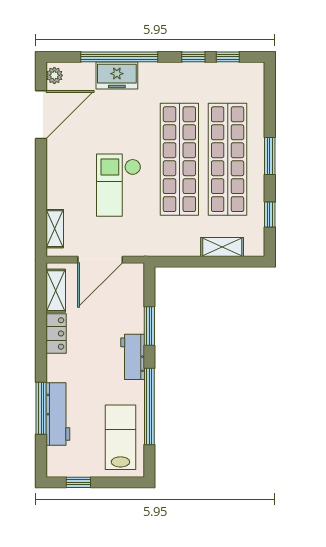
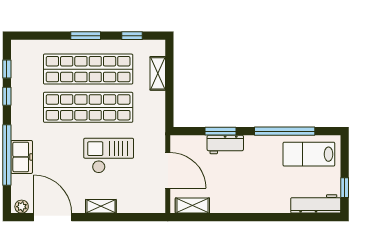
checkout: (119, 185) -> (109, 156), turned 180
shelving: (55, 229) -> (101, 206), moved
locker: (56, 333) -> (226, 205), removed
workbench: (133, 357) -> (225, 144), moved
window: (41, 408) -> (286, 217), removed
workbench: (58, 414) -> (316, 204), moved

